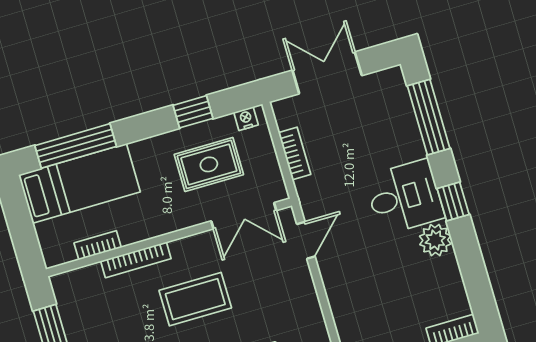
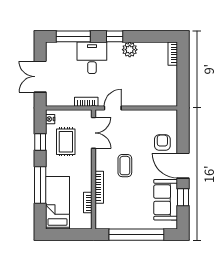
window: (76, 146) -> (40, 185), moved
bookcase: (295, 153) -> (86, 102), moved
desk: (405, 197) -> (92, 58), moved
door: (306, 240) -> (113, 108), hinge flipped
coffee table: (195, 299) -> (125, 166), width x0.73, depth x0.77

